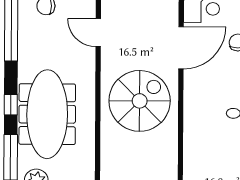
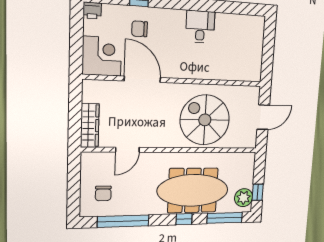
spiral stairs: (140, 101) -> (205, 120), moved

